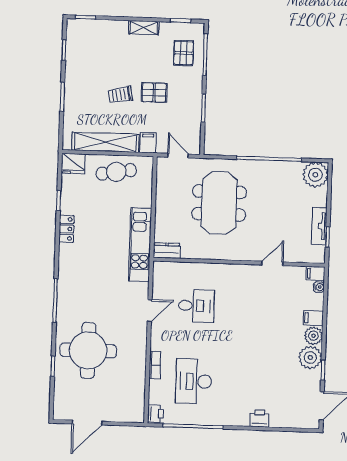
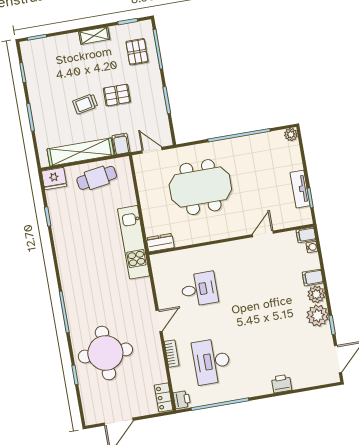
plant: (315, 175) -> (291, 135), width x0.53, depth x0.53
meeting table: (219, 203) -> (200, 187), turned 90
locker: (66, 229) -> (164, 398), moved, turned 180
door: (150, 311) -> (159, 321), moved

